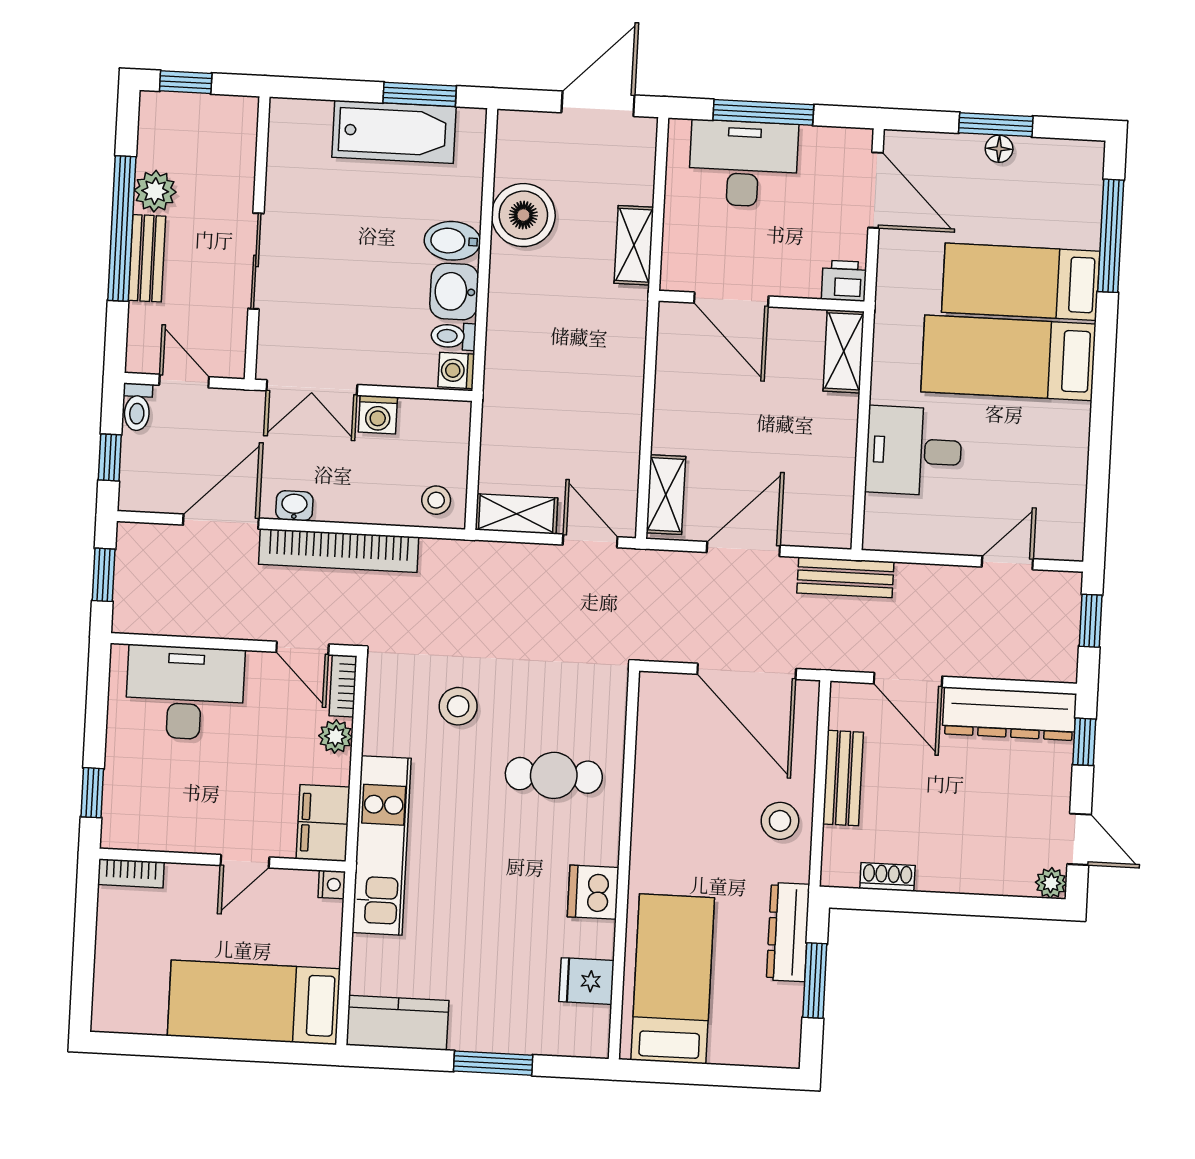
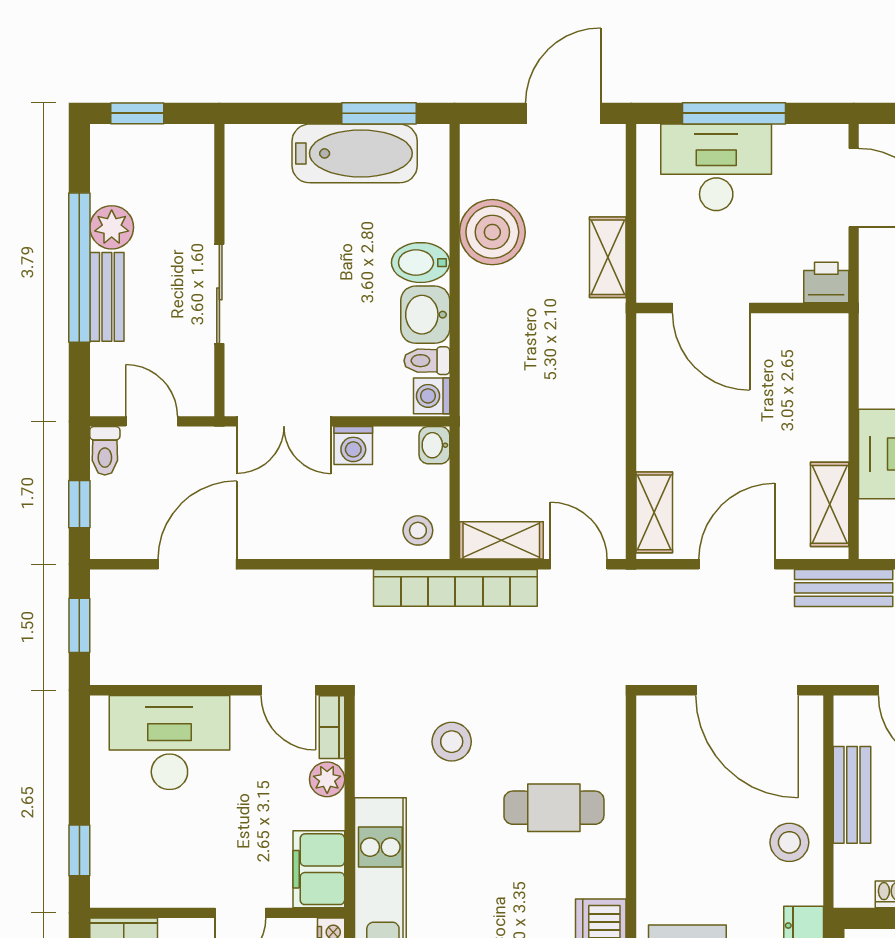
shelving: (844, 351) -> (830, 504), moved
washbasin: (294, 506) -> (434, 445), moved, turned -90
bookcase: (339, 551) -> (455, 588), moved

